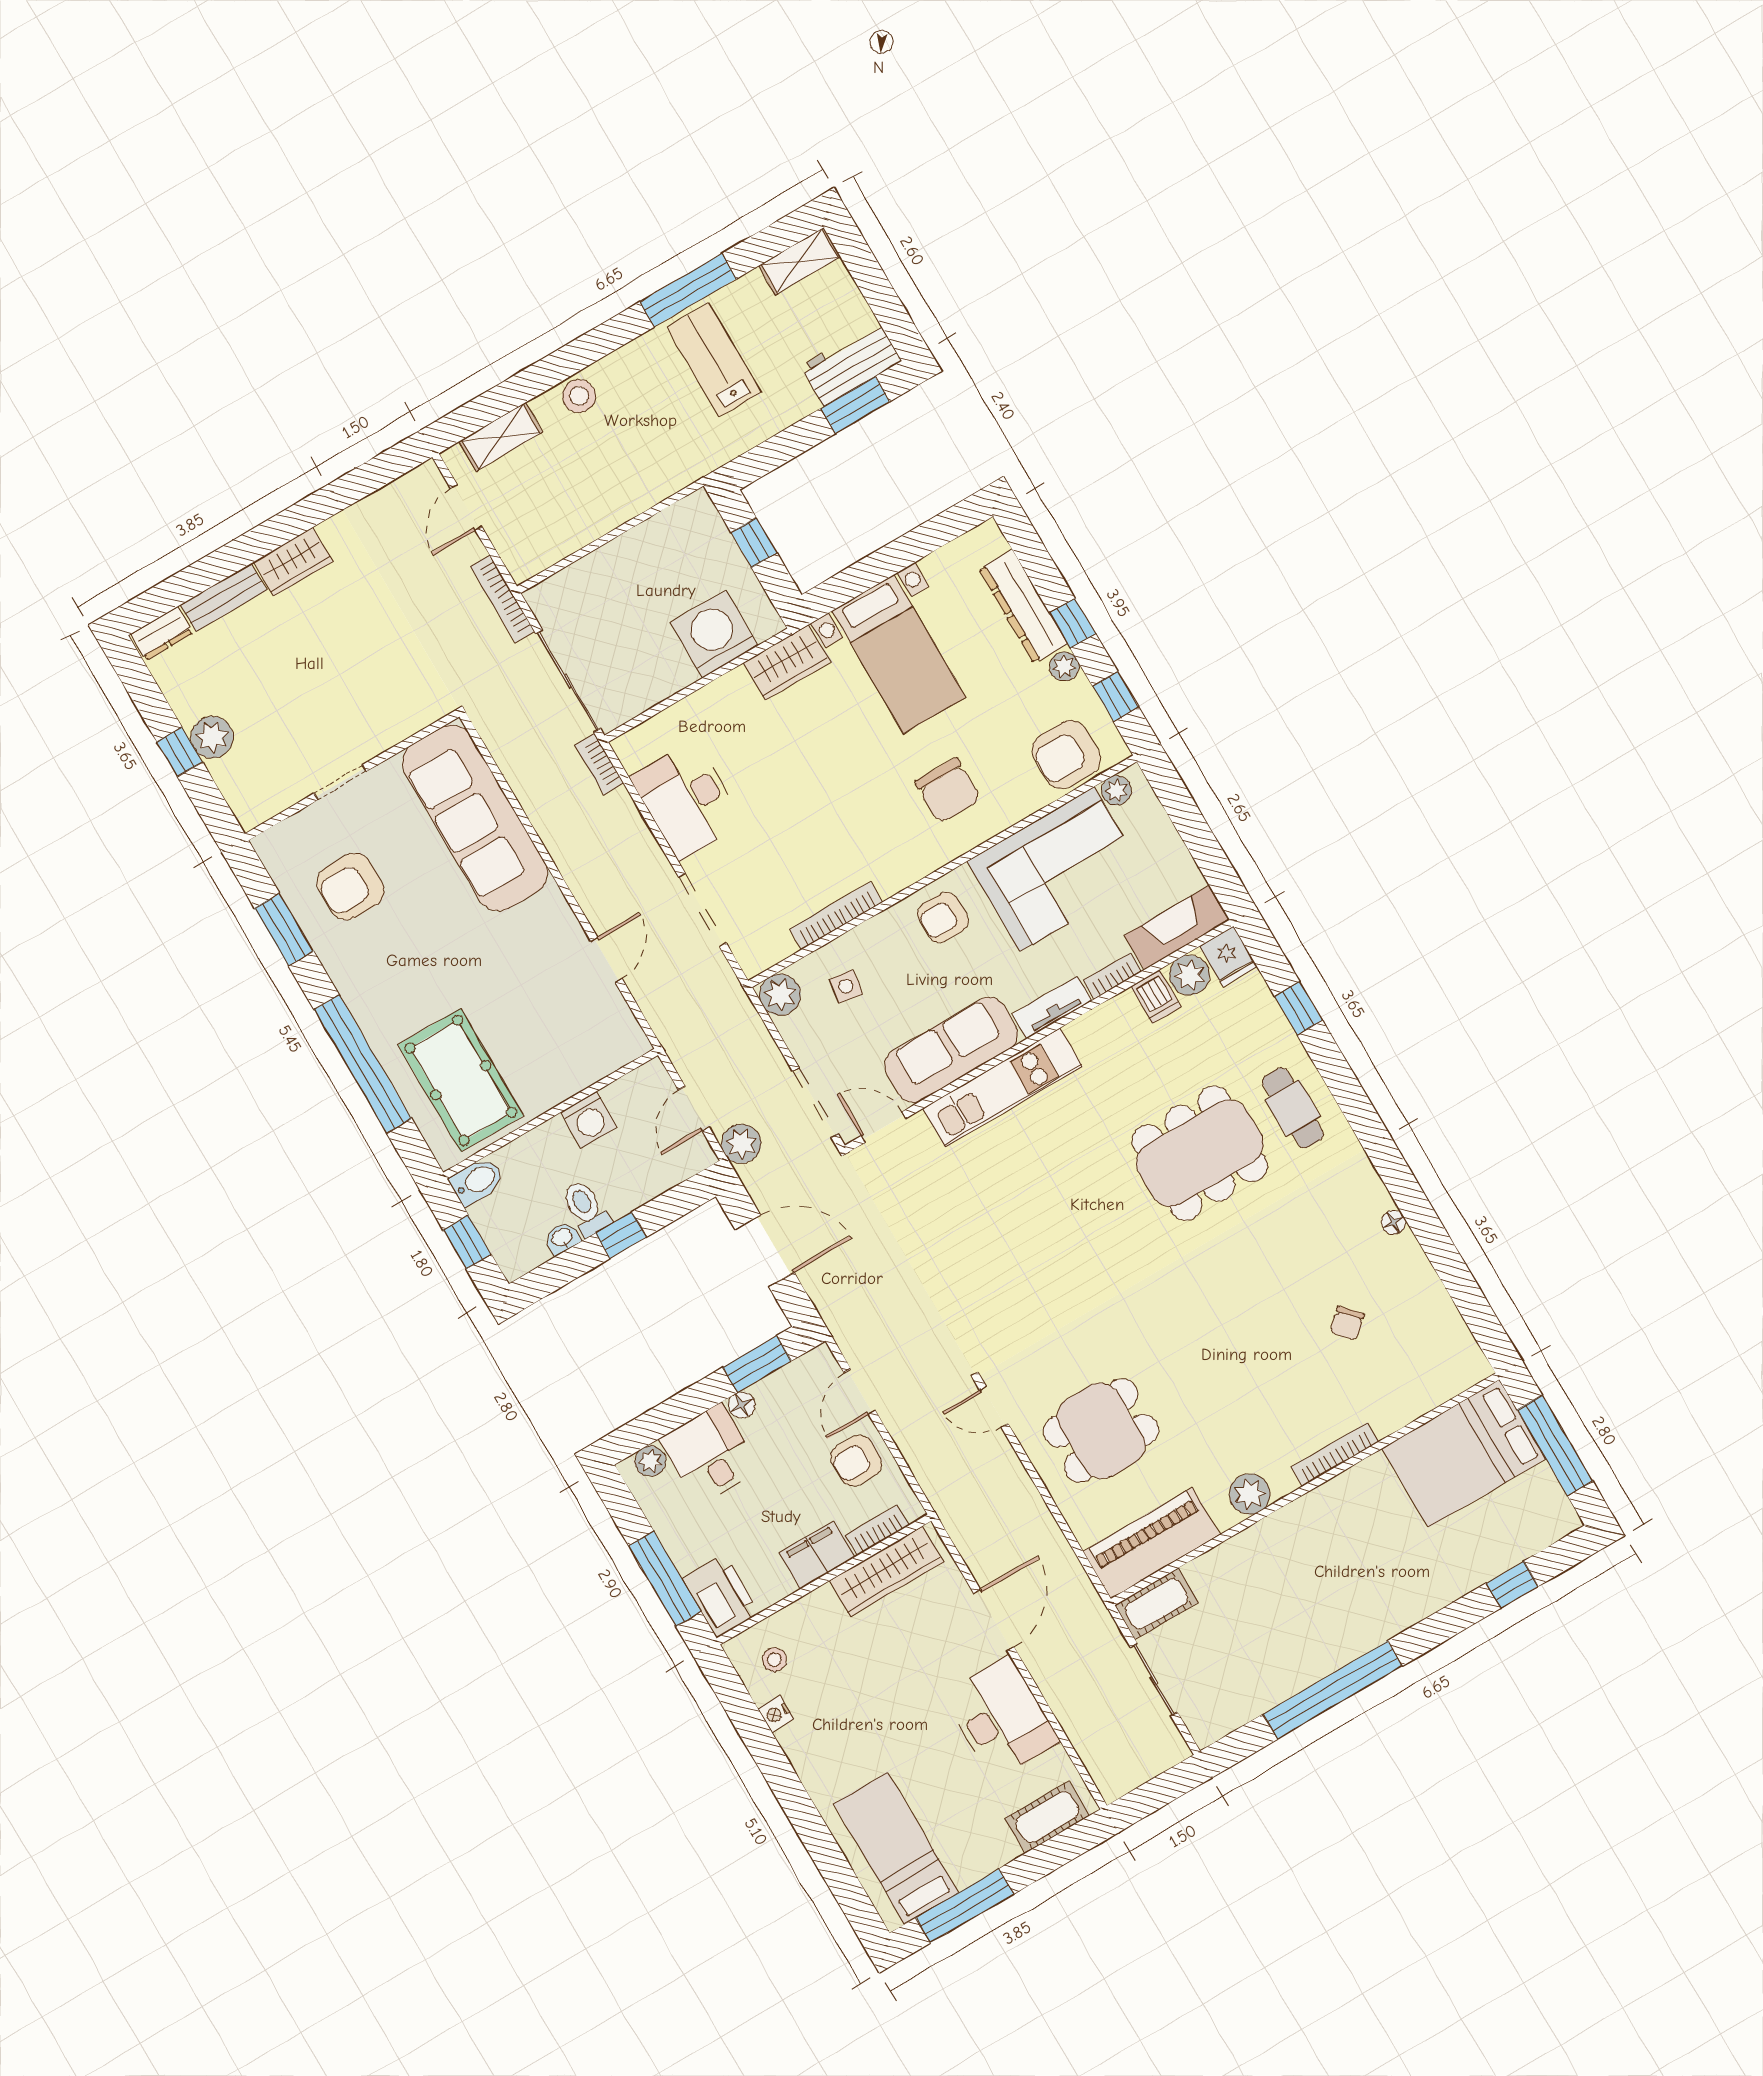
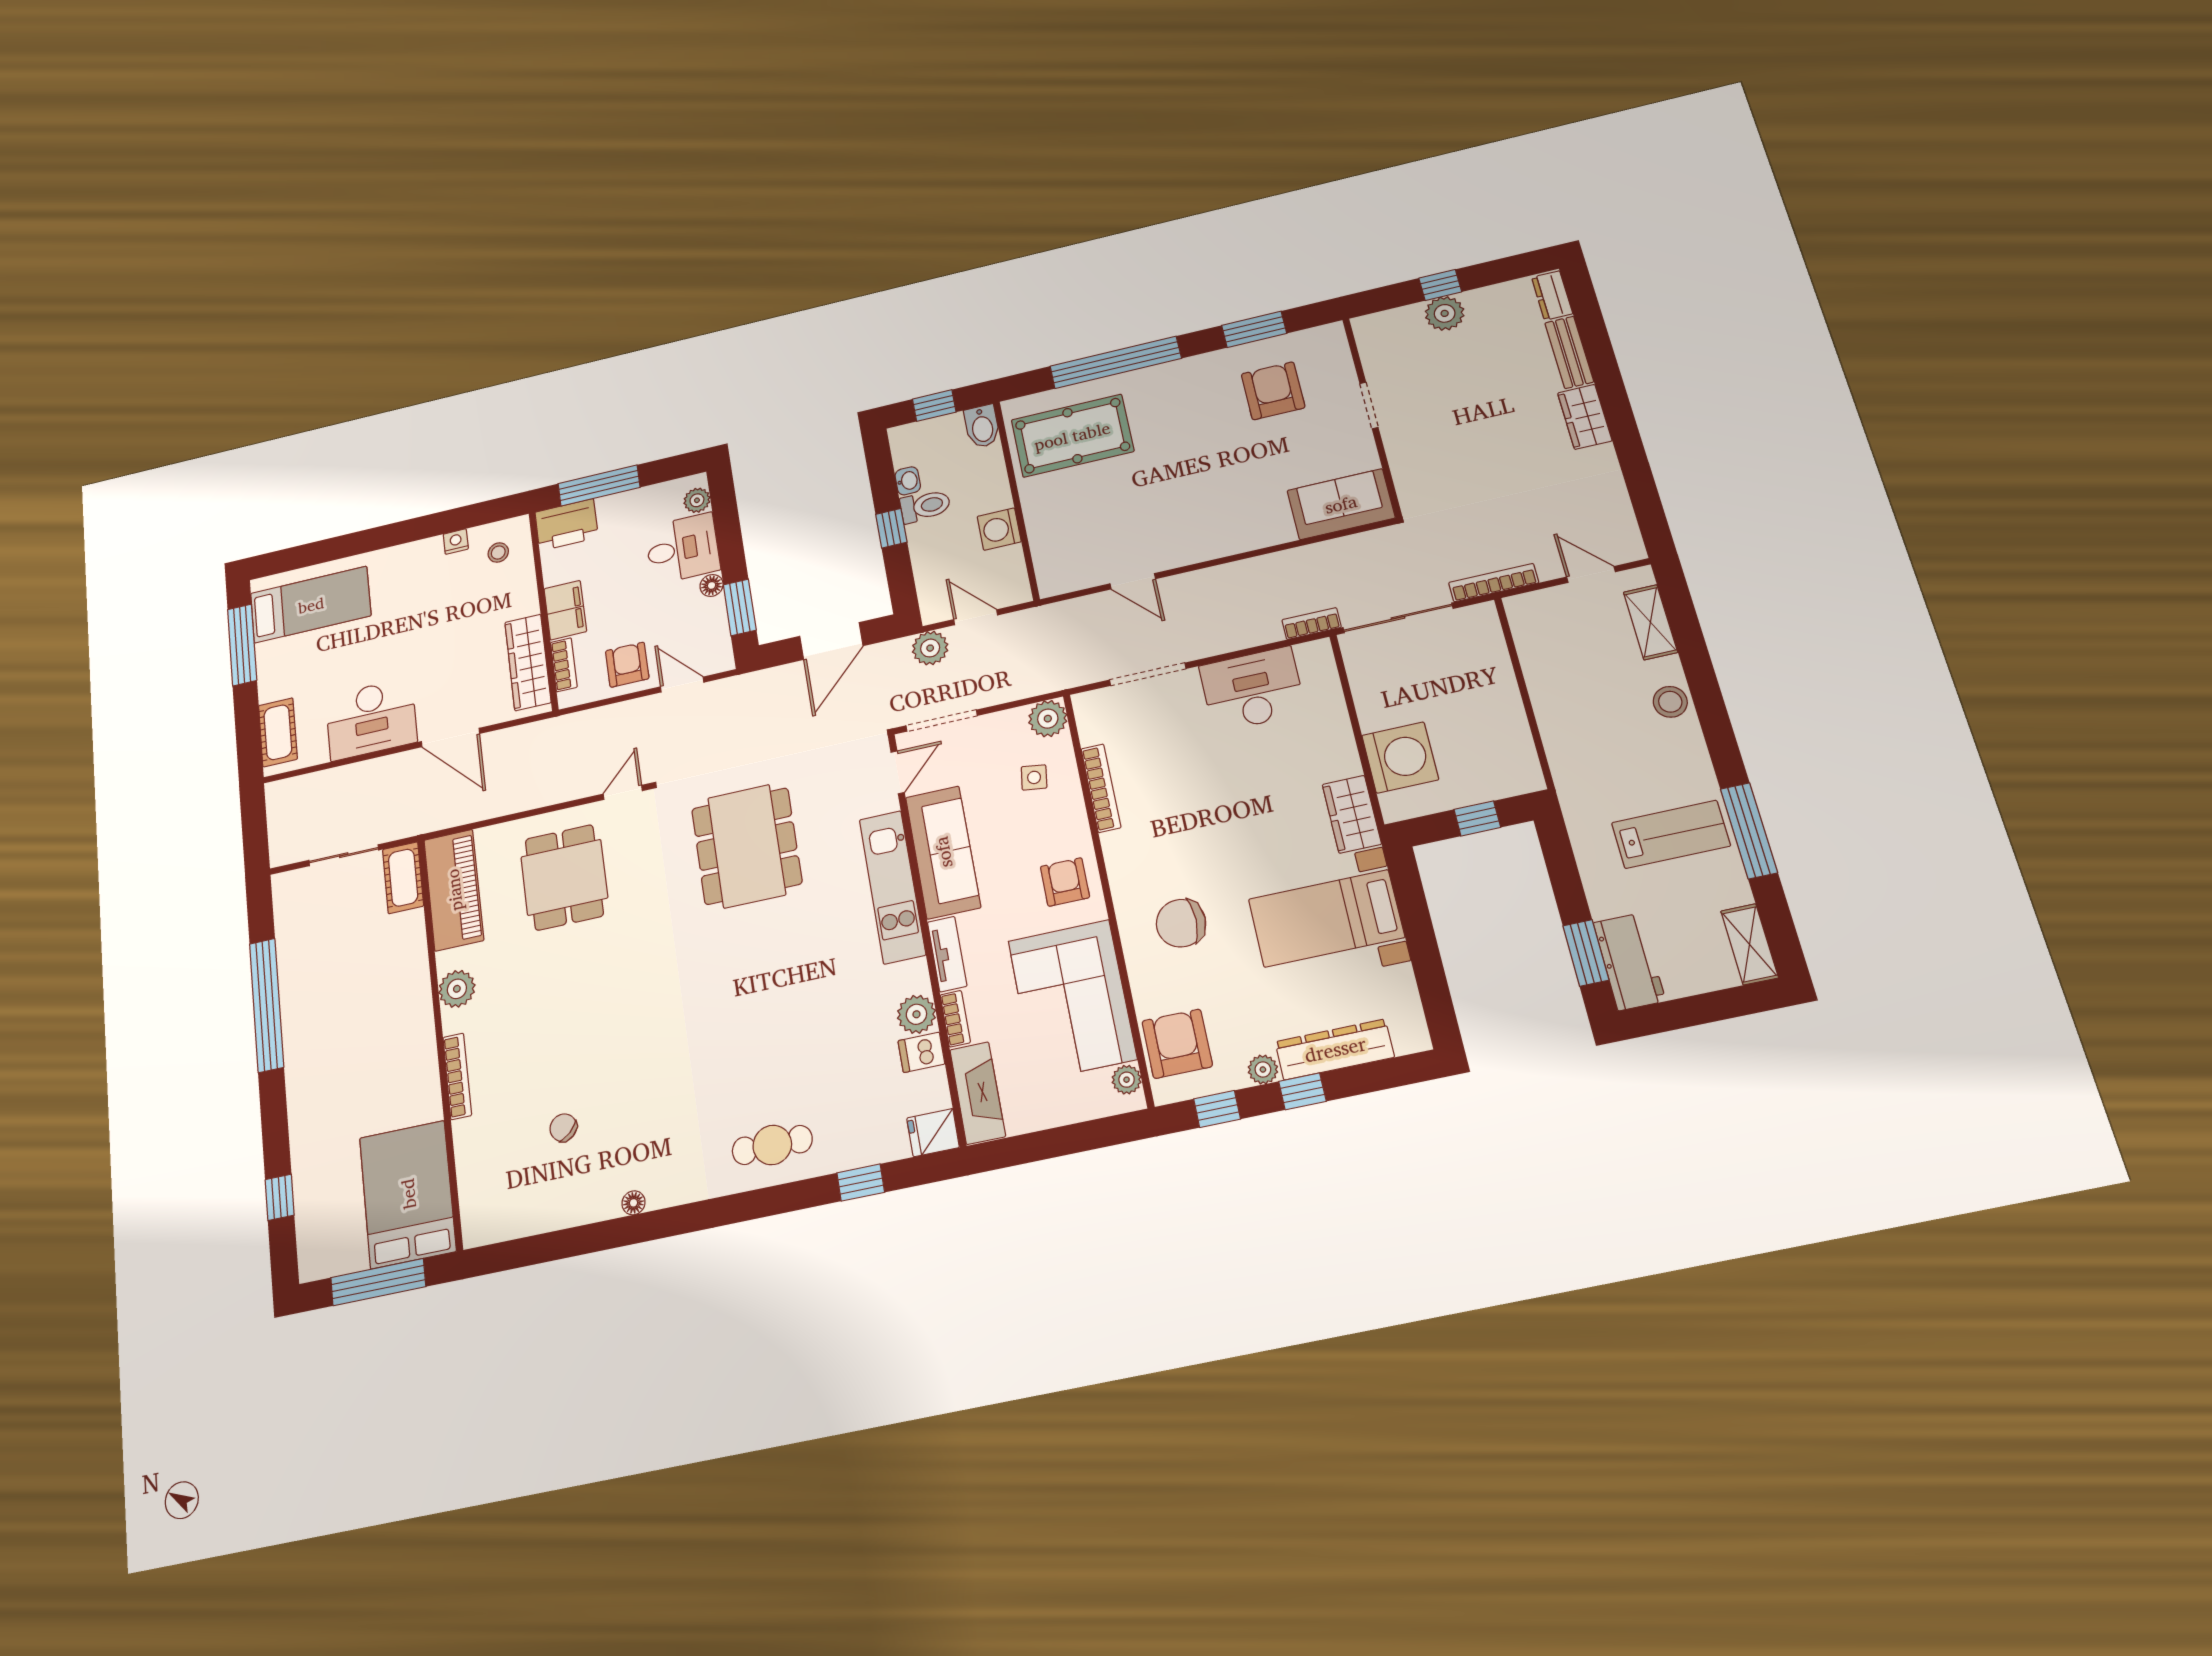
sofa: (475, 818) -> (1341, 504), width x0.54, depth x0.79
plant: (1189, 975) -> (916, 1014), moved
dining table: (1200, 1153) -> (747, 846), moved

